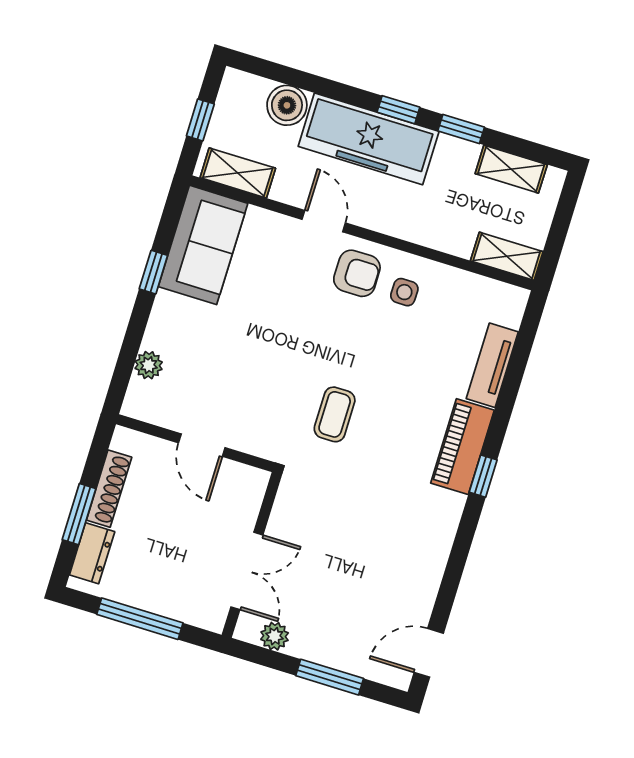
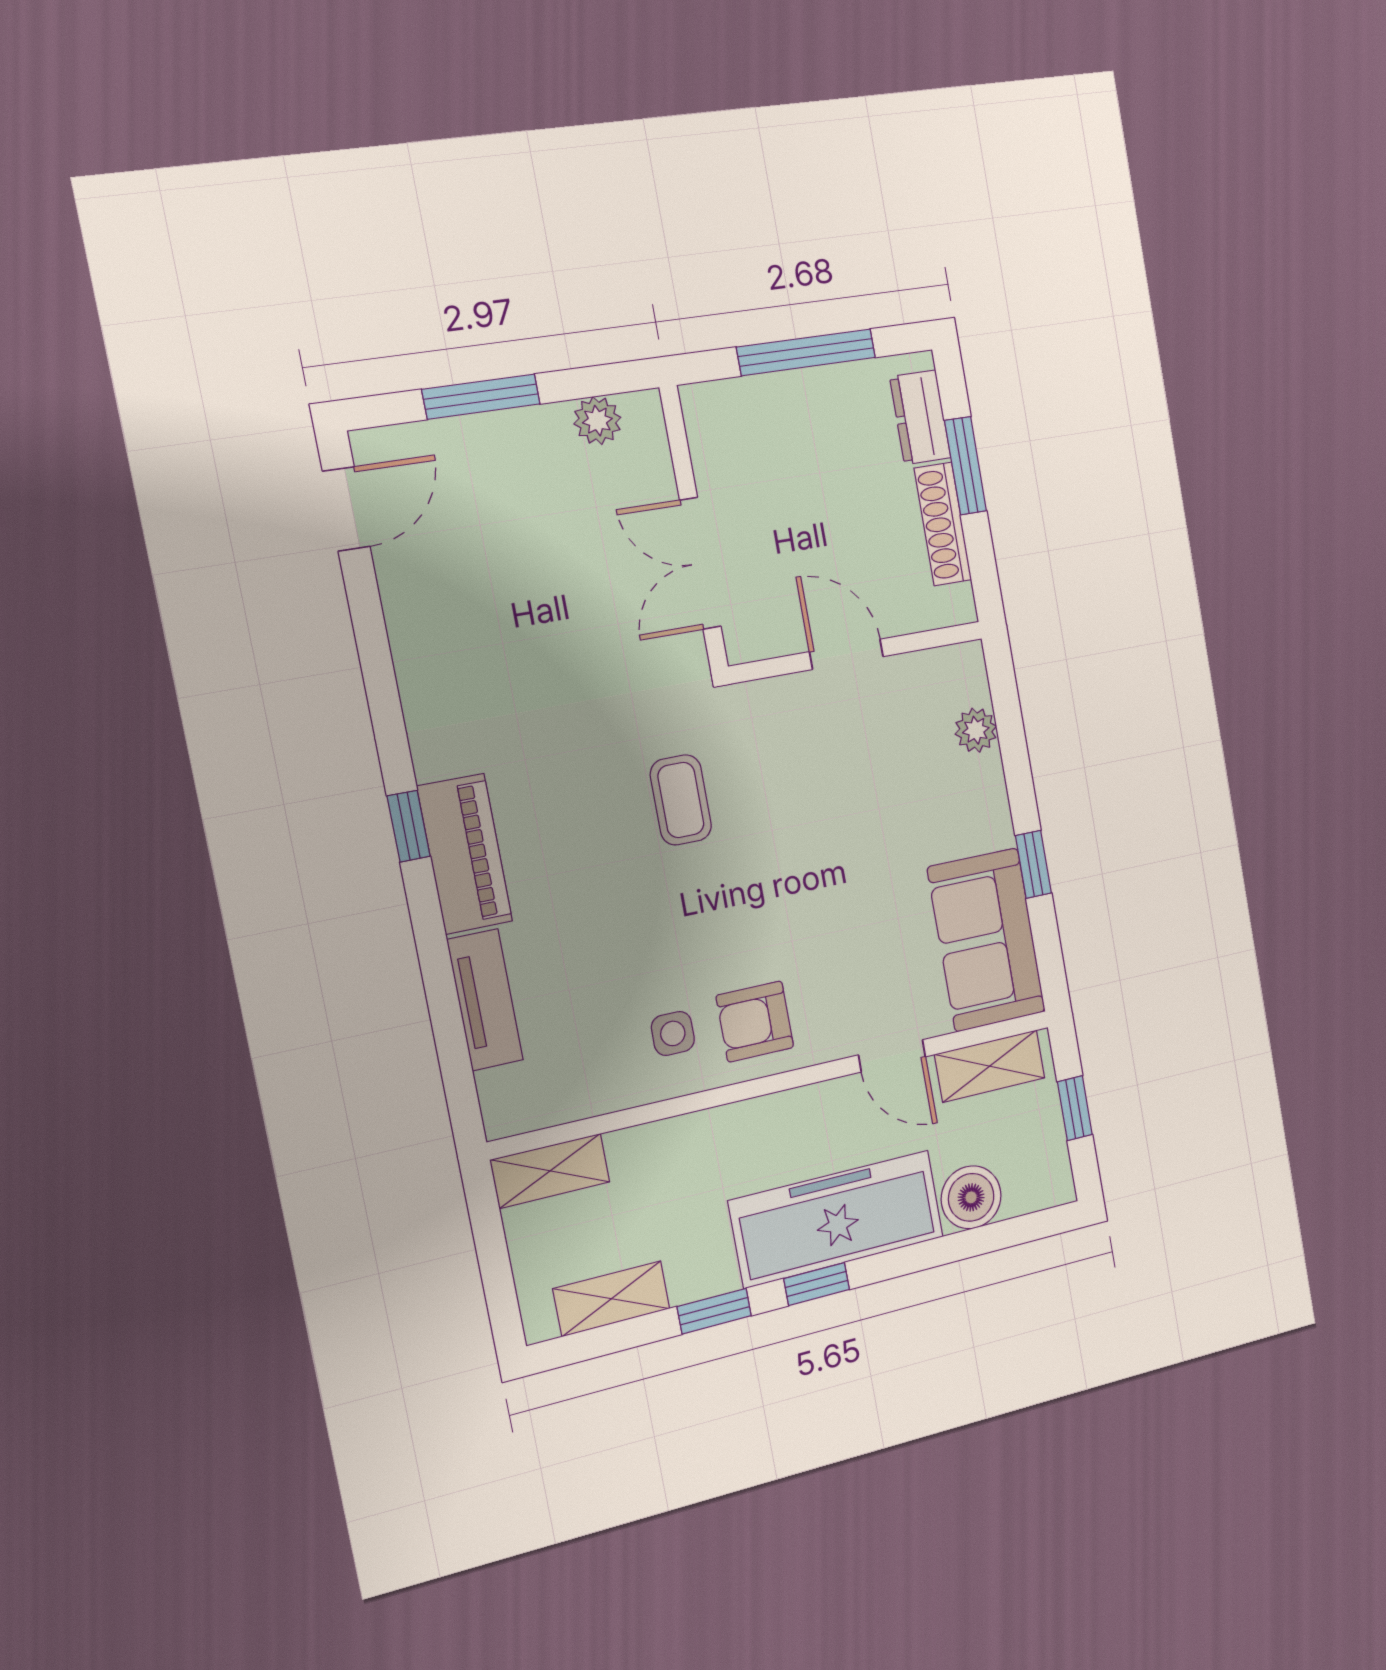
door: (324, 221) -> (892, 1056), moved
double door: (247, 571) -> (700, 563), moved

